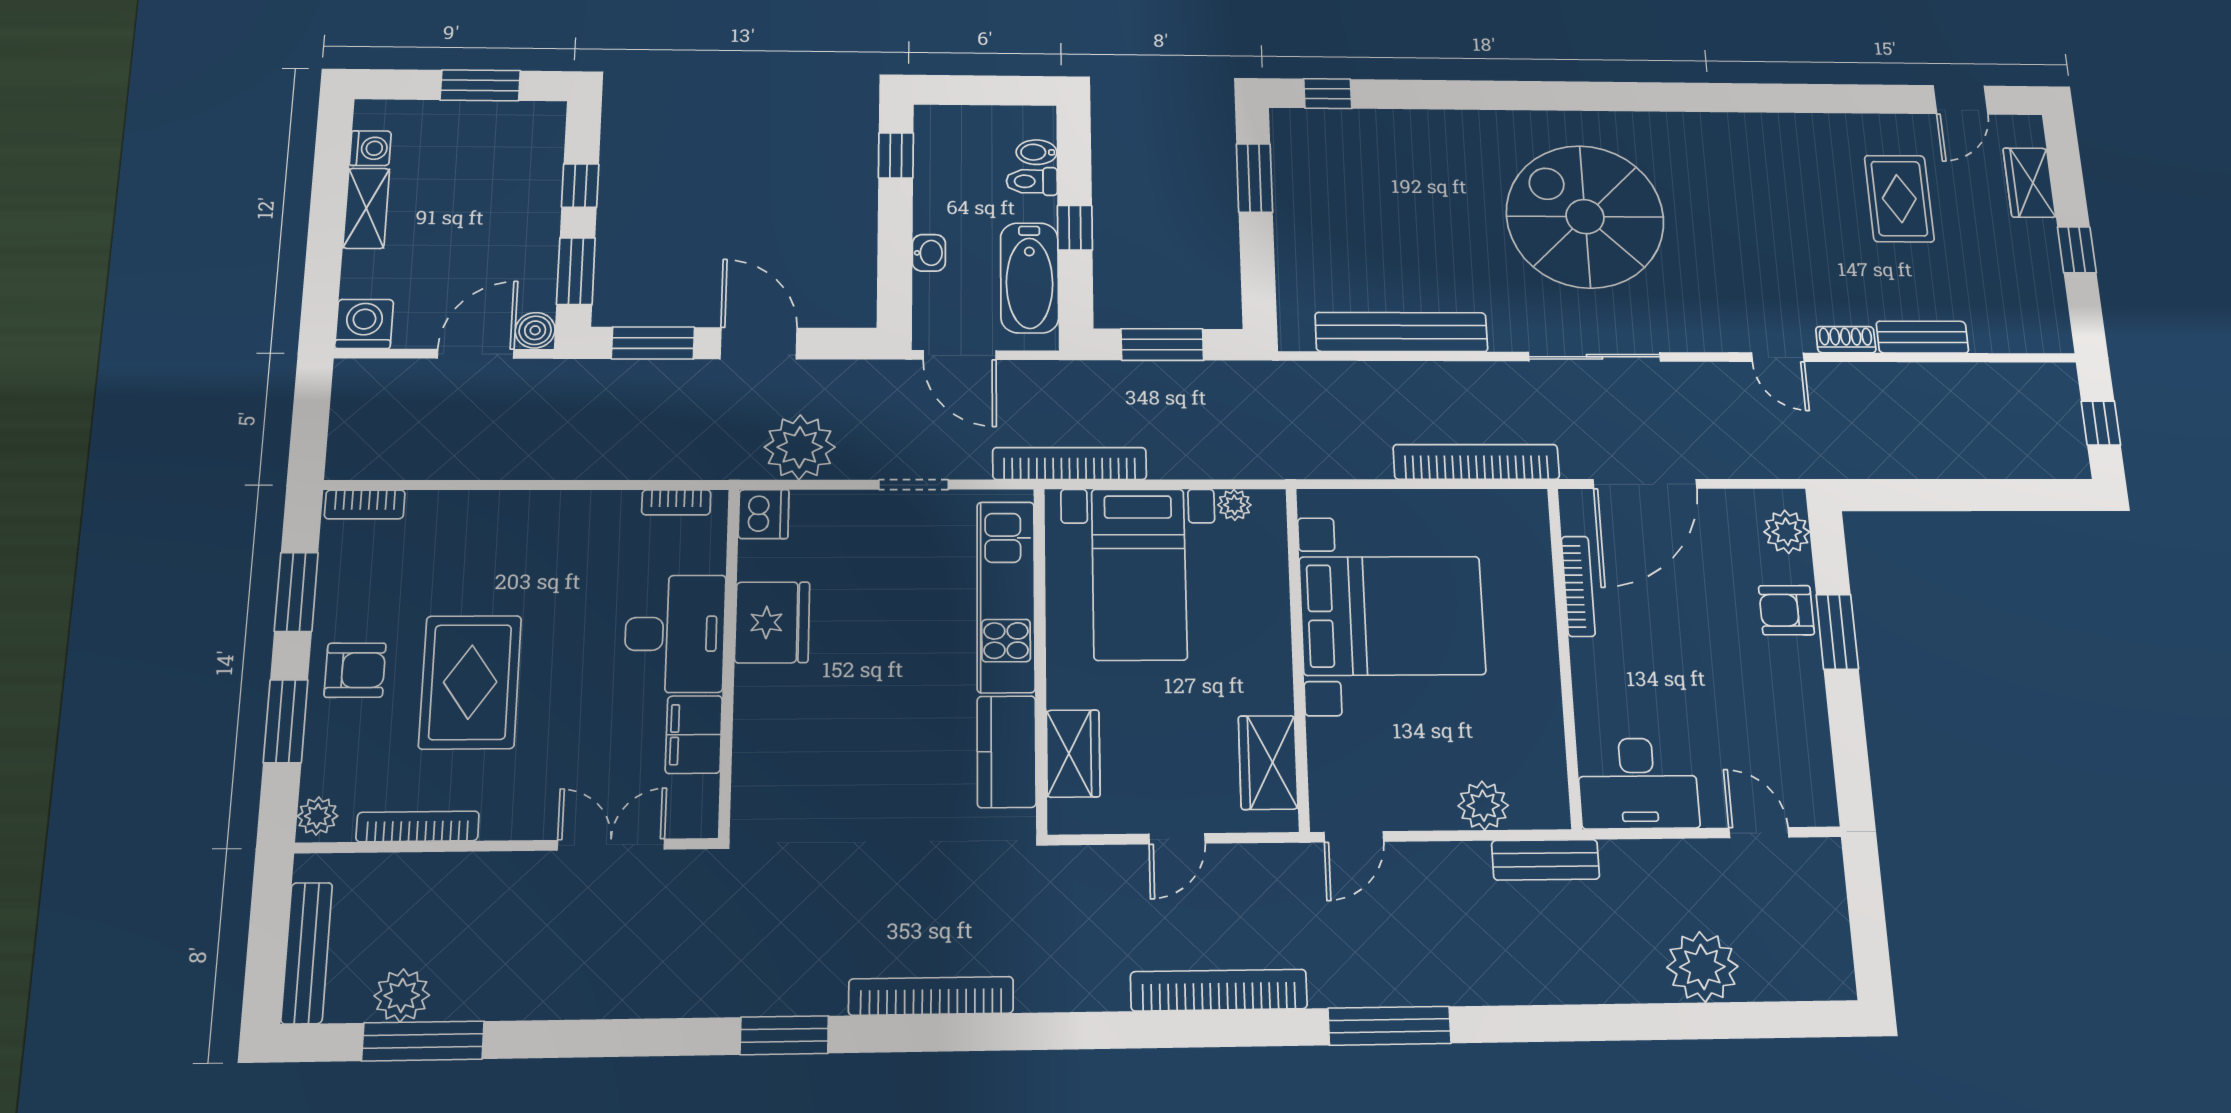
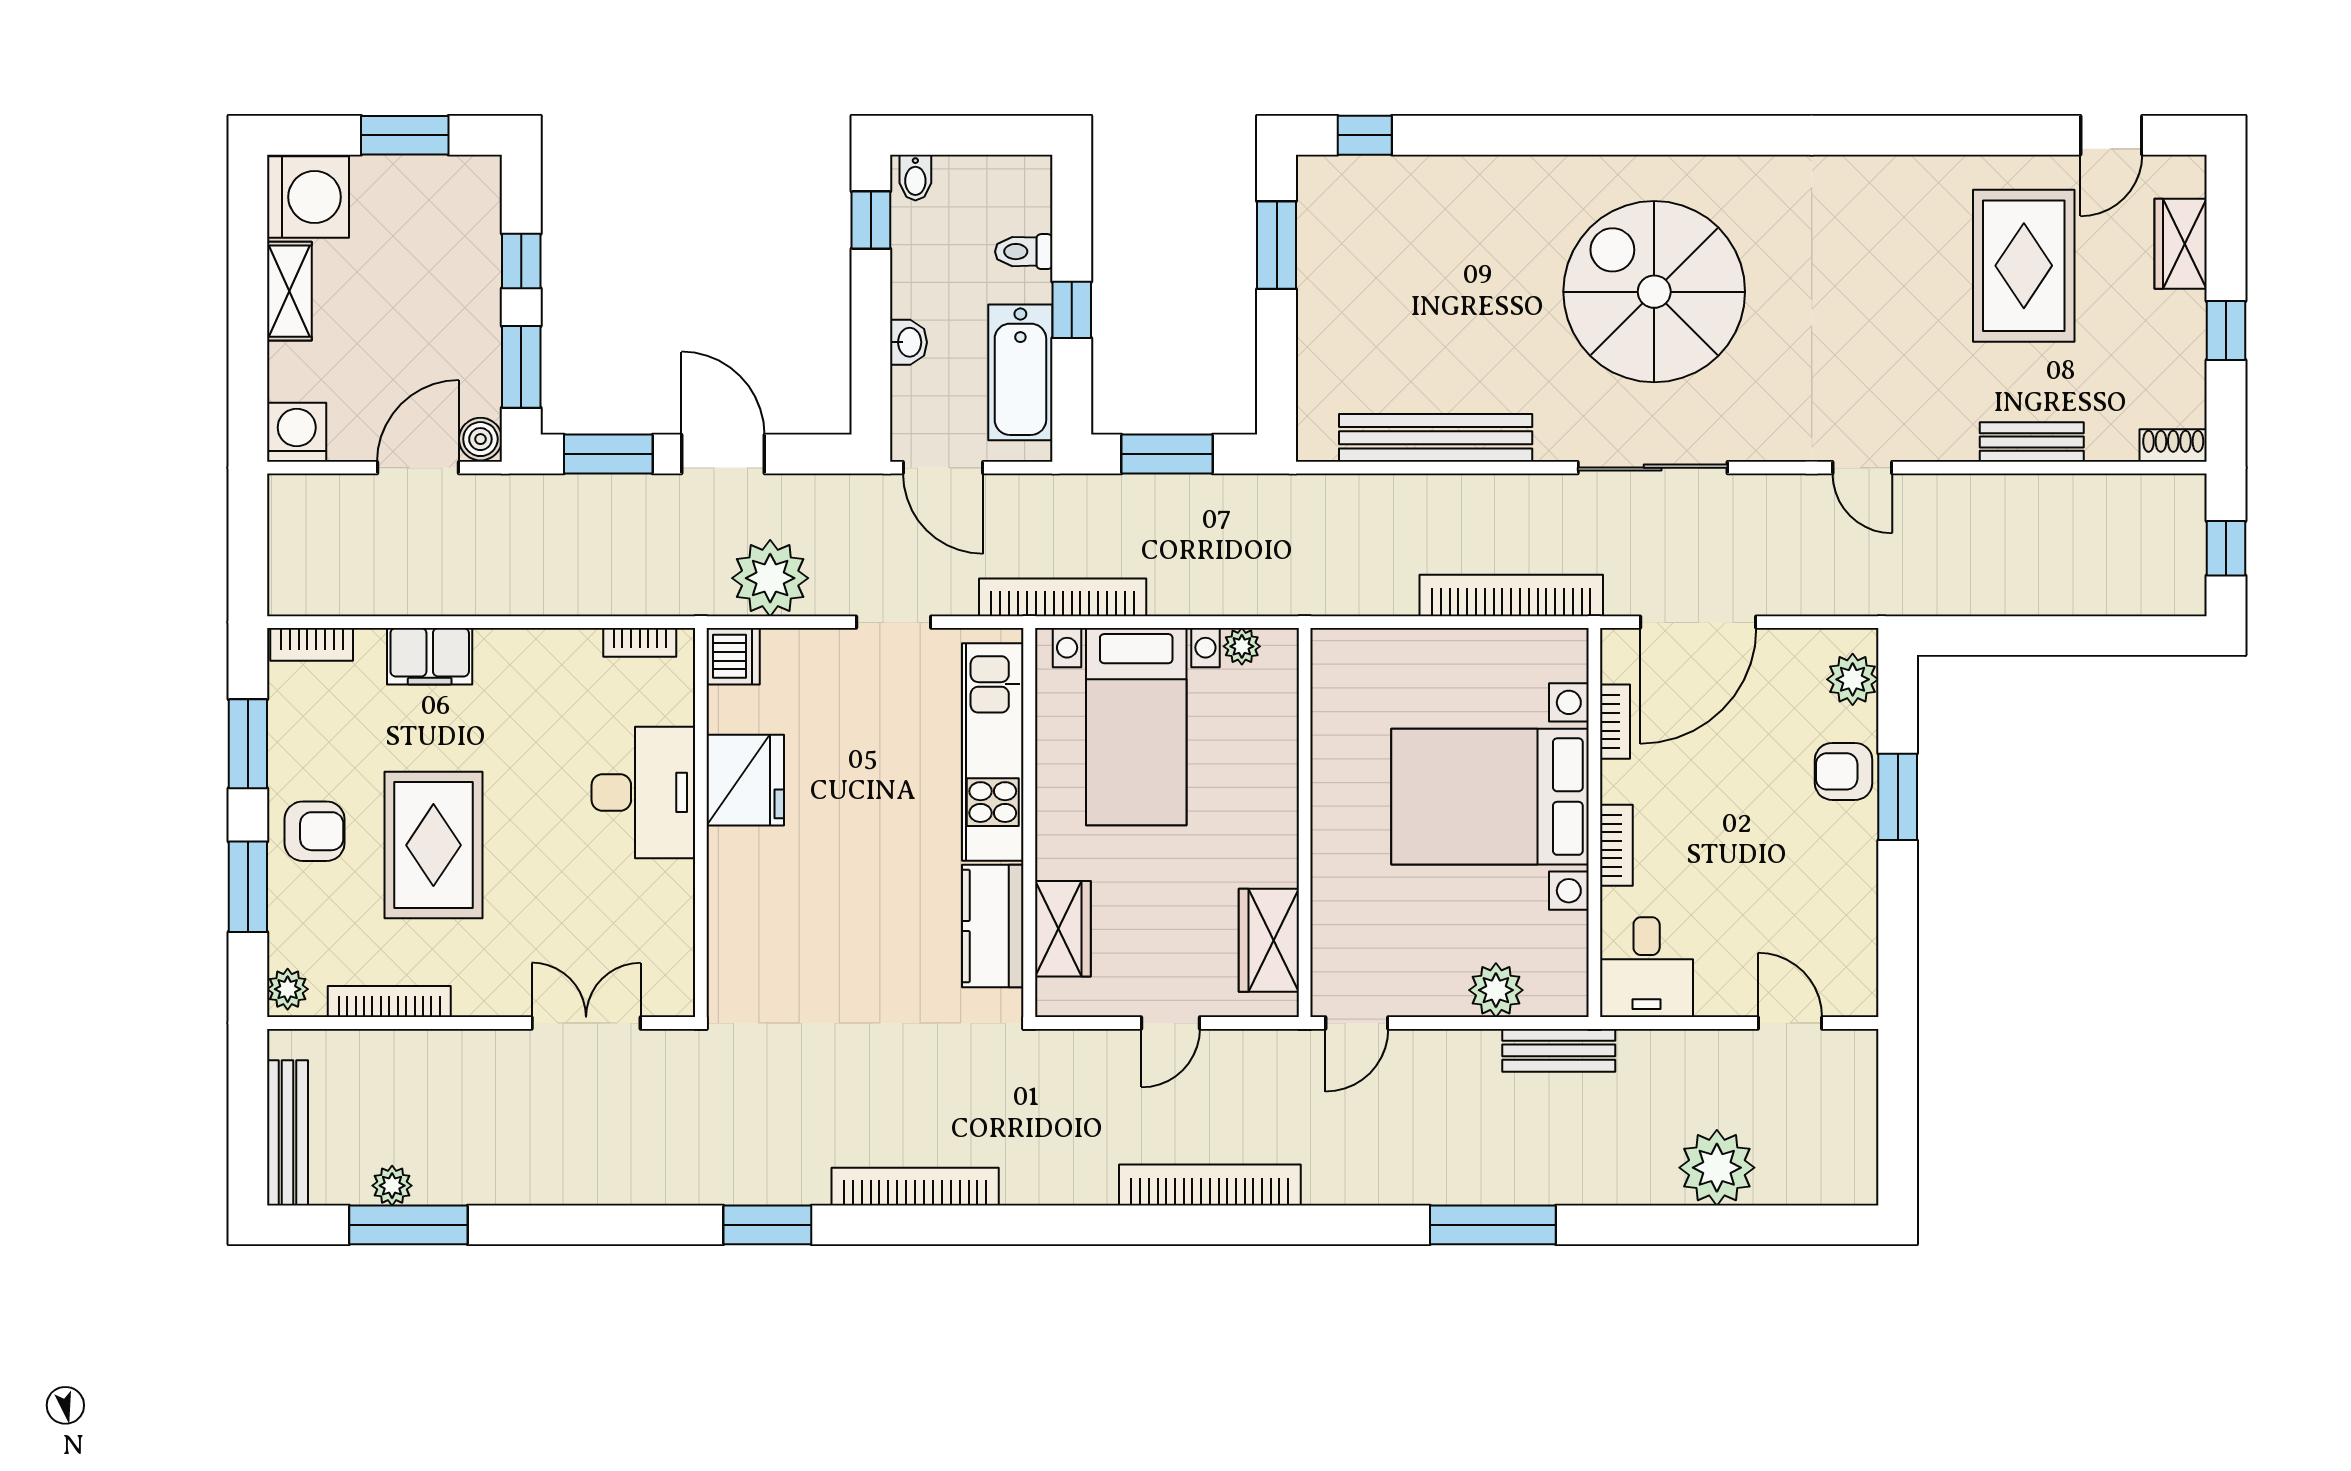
washing machine: (370, 148) -> (308, 197), width x1.89, depth x1.89
bidet: (1037, 152) -> (915, 178), moved, turned -90
rug: (1899, 199) -> (2024, 266), width x1.36, depth x1.43
shoe rack: (1846, 340) -> (2173, 445), moved
bookcase: (1578, 586) -> (1615, 722), width x0.64
bed with nightstands: (1392, 616) -> (1490, 797), moved, turned 180
bookcase: (1586, 675) -> (1616, 845), added
filing cabinet: (694, 735) -> (430, 656), moved, turned -90
desk: (1638, 783) -> (1647, 967), width x0.73
plant: (402, 995) -> (392, 1186), width x0.73, depth x0.73
window: (1389, 1026) -> (1493, 1225), moved

